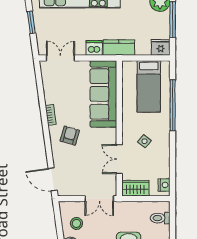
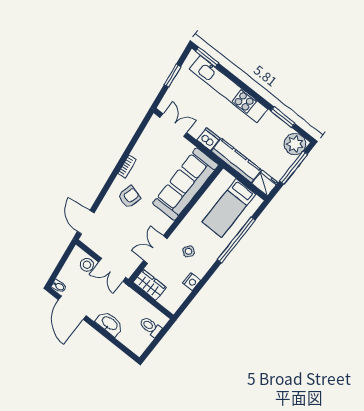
kitchen counter: (119, 48) -> (236, 161), width x1.50
nightstand: (164, 185) -> (192, 282), moved
stool: (76, 223) -> (87, 265), moved

